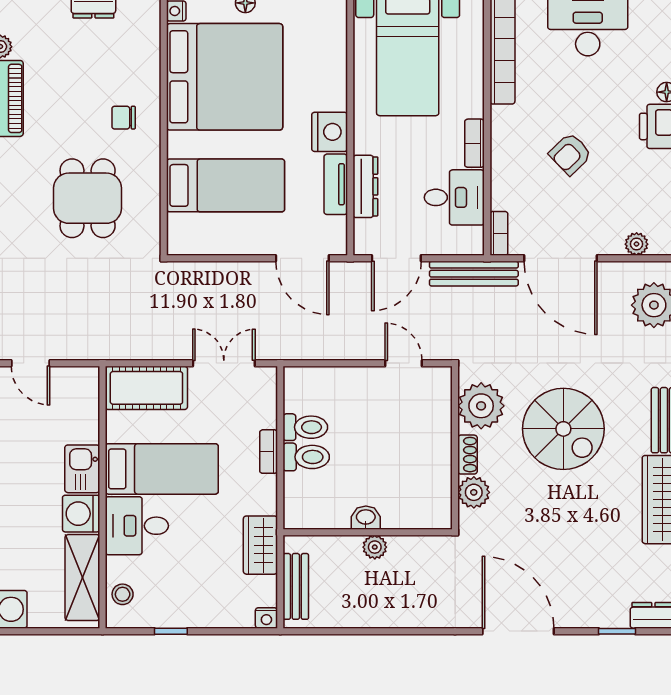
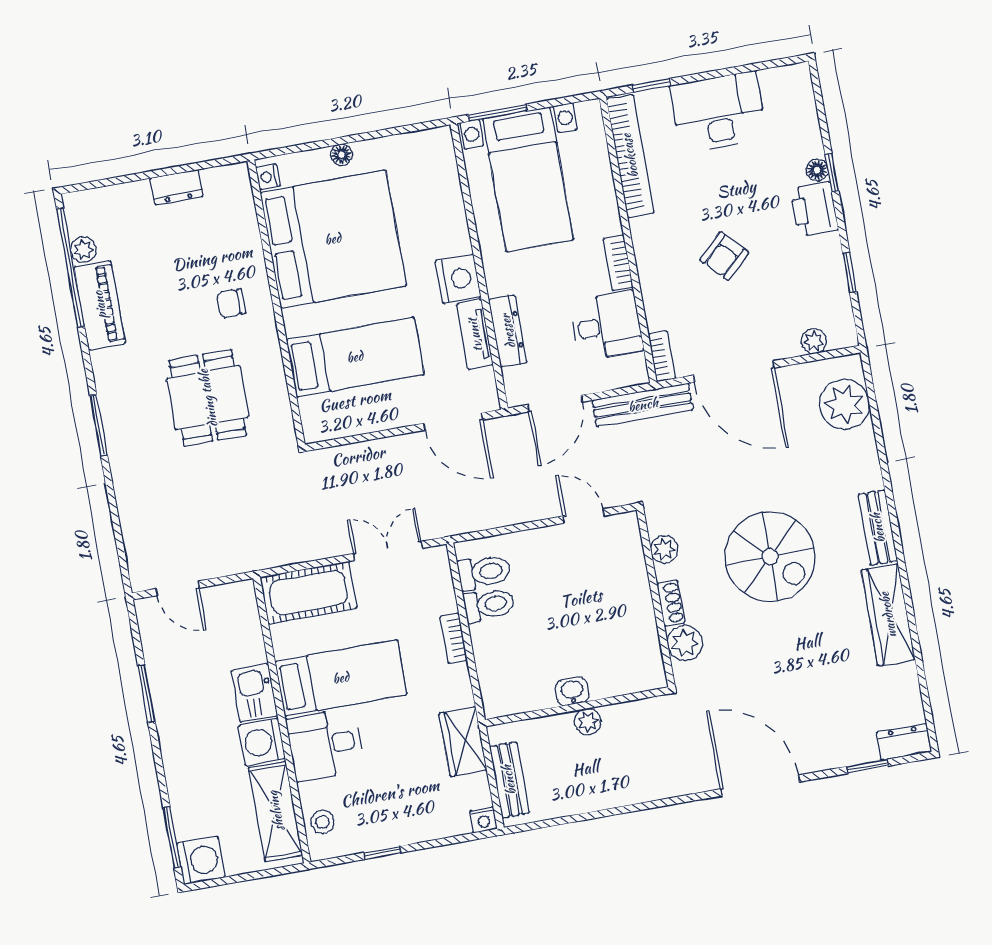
plant: (481, 406) -> (664, 550), width x0.53, depth x0.53
toilet: (306, 457) -> (484, 572), moved

